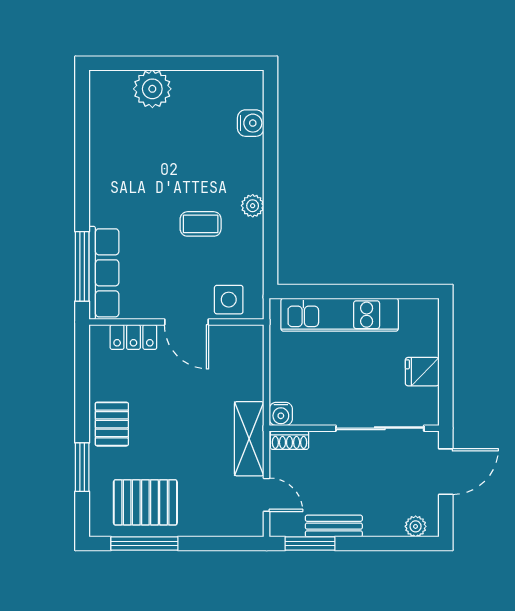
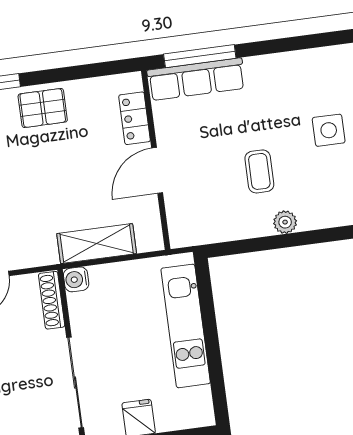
side table: (229, 300) -> (329, 130), moved
shelving: (249, 439) -> (97, 244), moved
shoe rack: (290, 440) -> (52, 300), width x1.43

